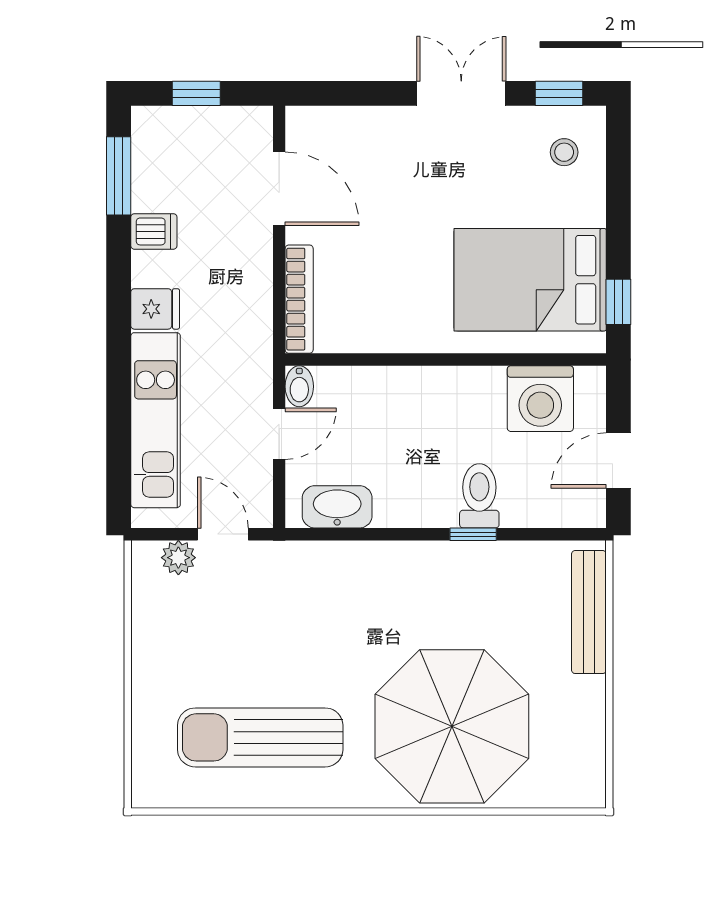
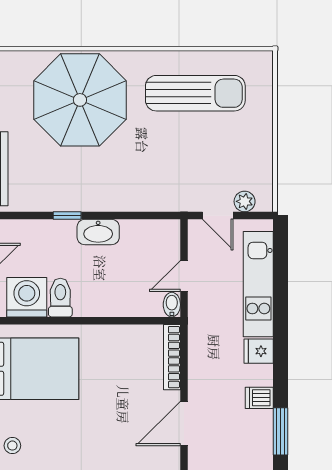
door: (279, 189) -> (184, 424), hinge flipped
toilet: (479, 496) -> (60, 298), moved, turned 180
washbasin: (337, 507) -> (98, 232), moved

